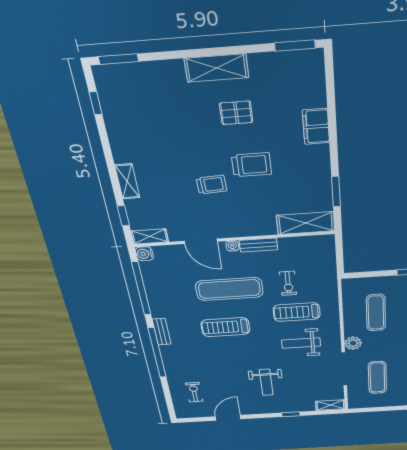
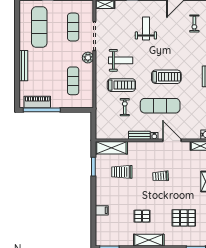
pallet: (155, 115) -> (184, 218), added
filing cabinet: (316, 126) -> (102, 210), width x0.50
trolley: (252, 165) -> (122, 172), moved

